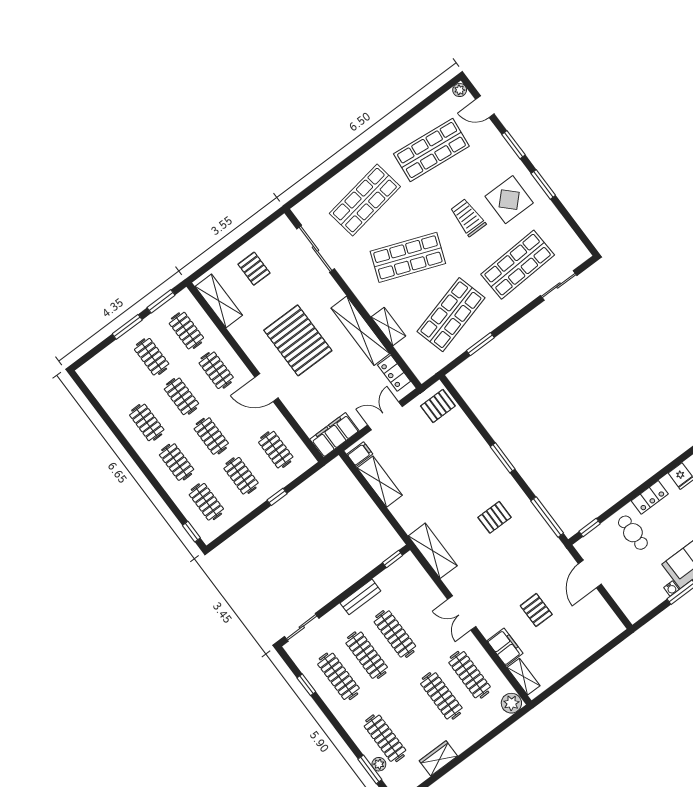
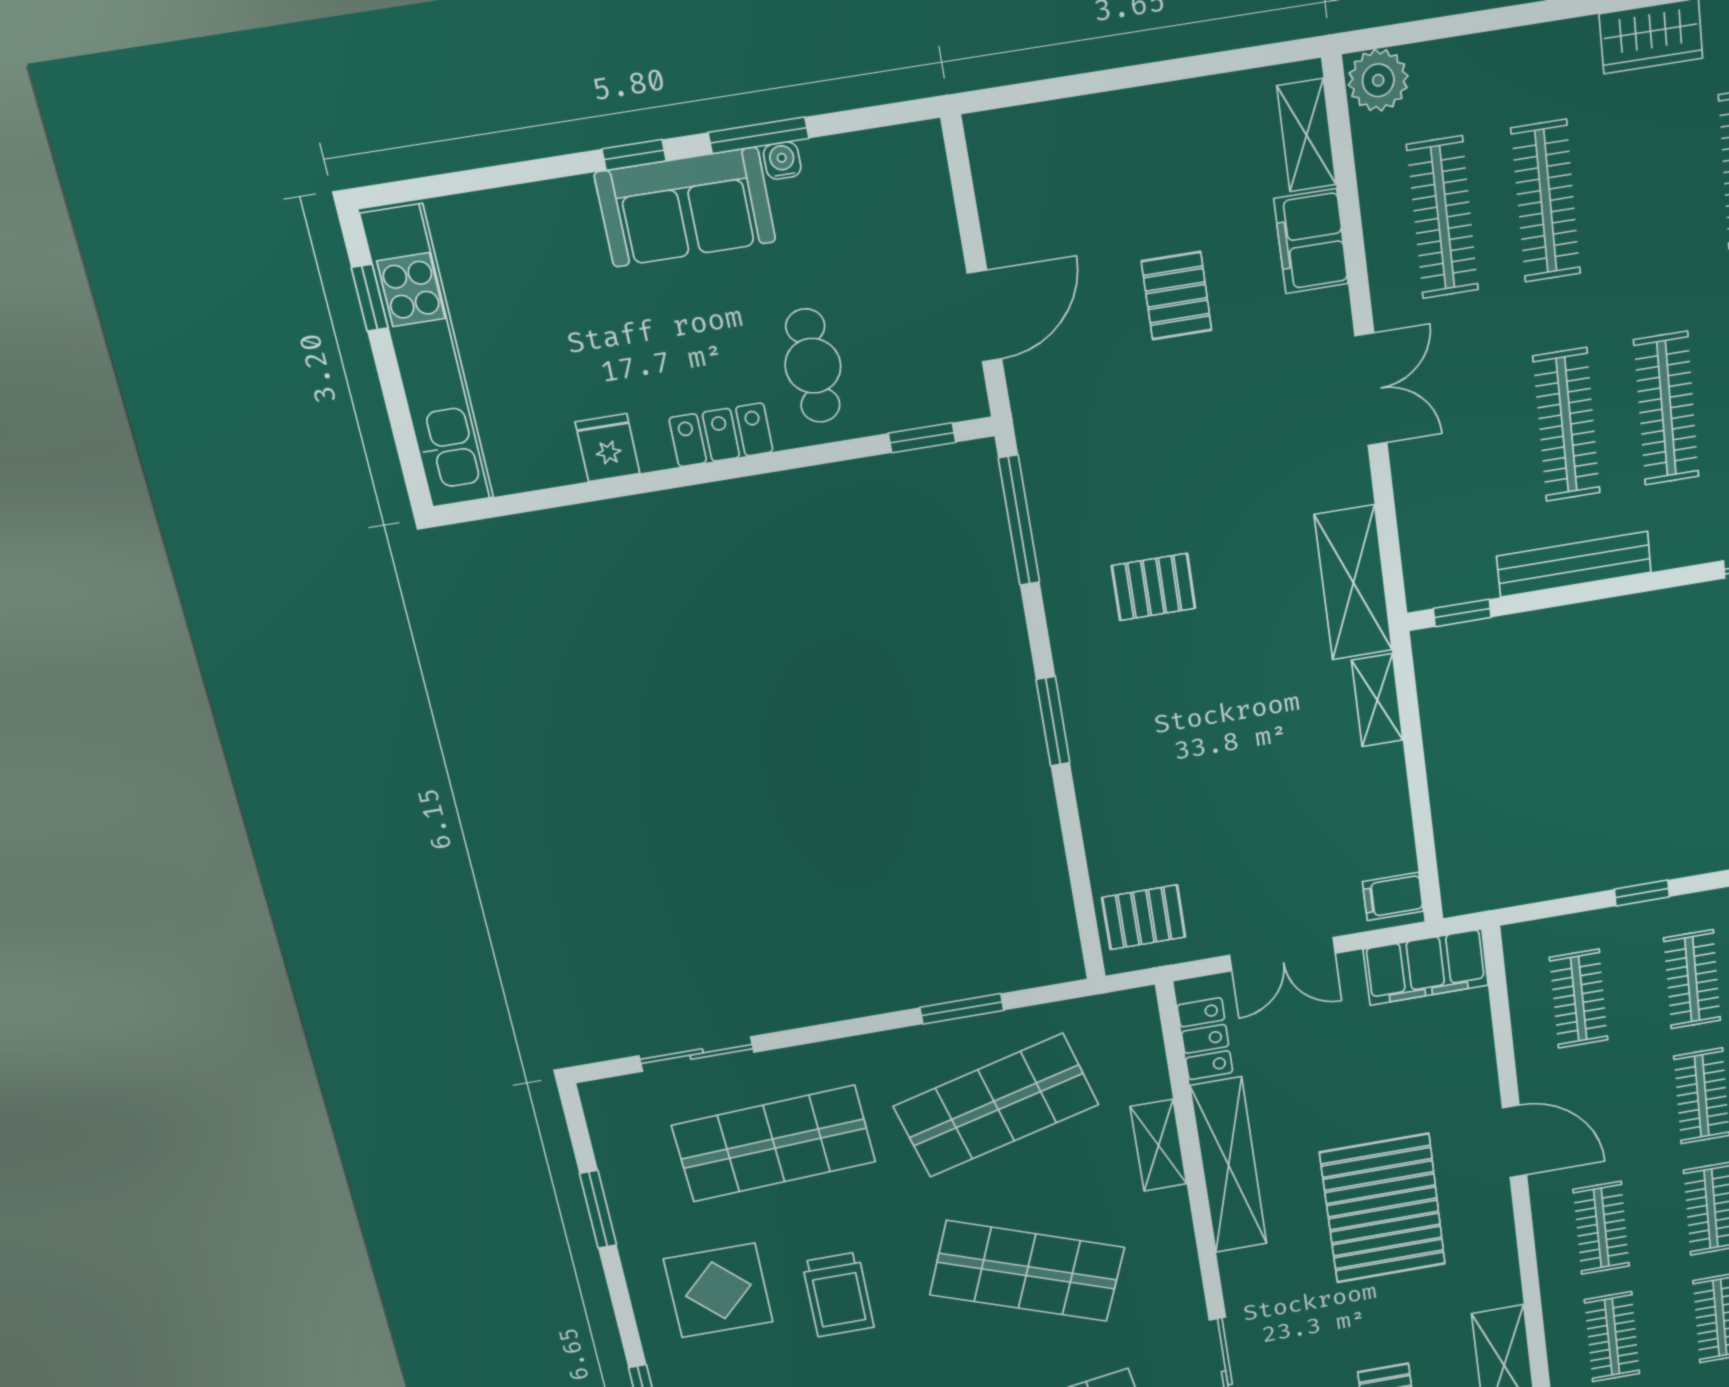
window: (543, 184) -> (598, 1209), moved
shelving: (380, 482) -> (1377, 700), moved, width x0.67, depth x0.75
bench: (360, 597) -> (1574, 564), width x1.36

